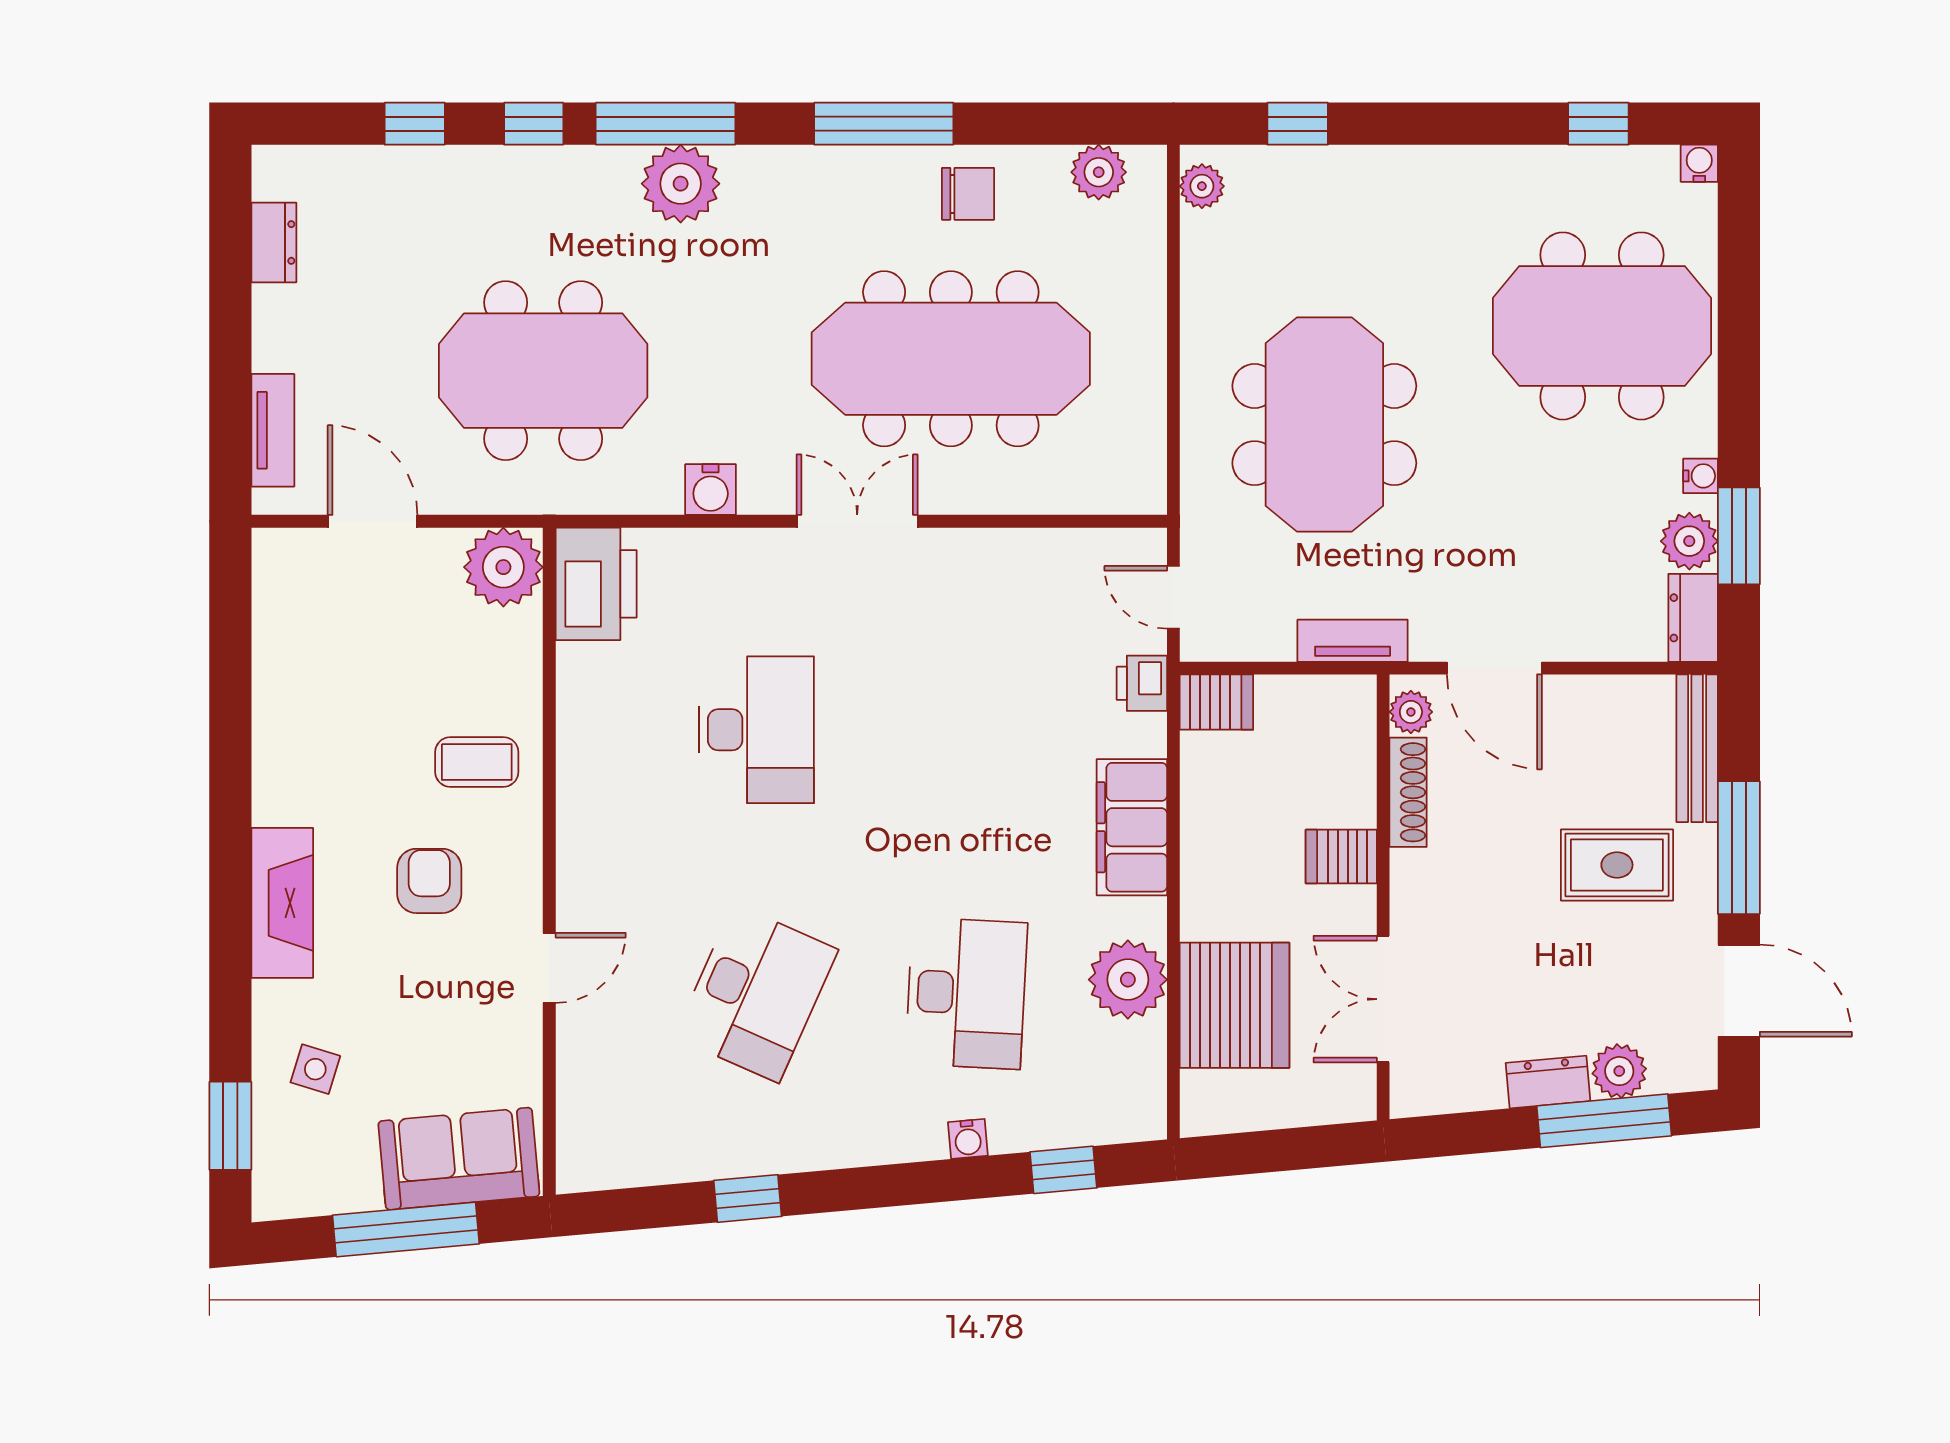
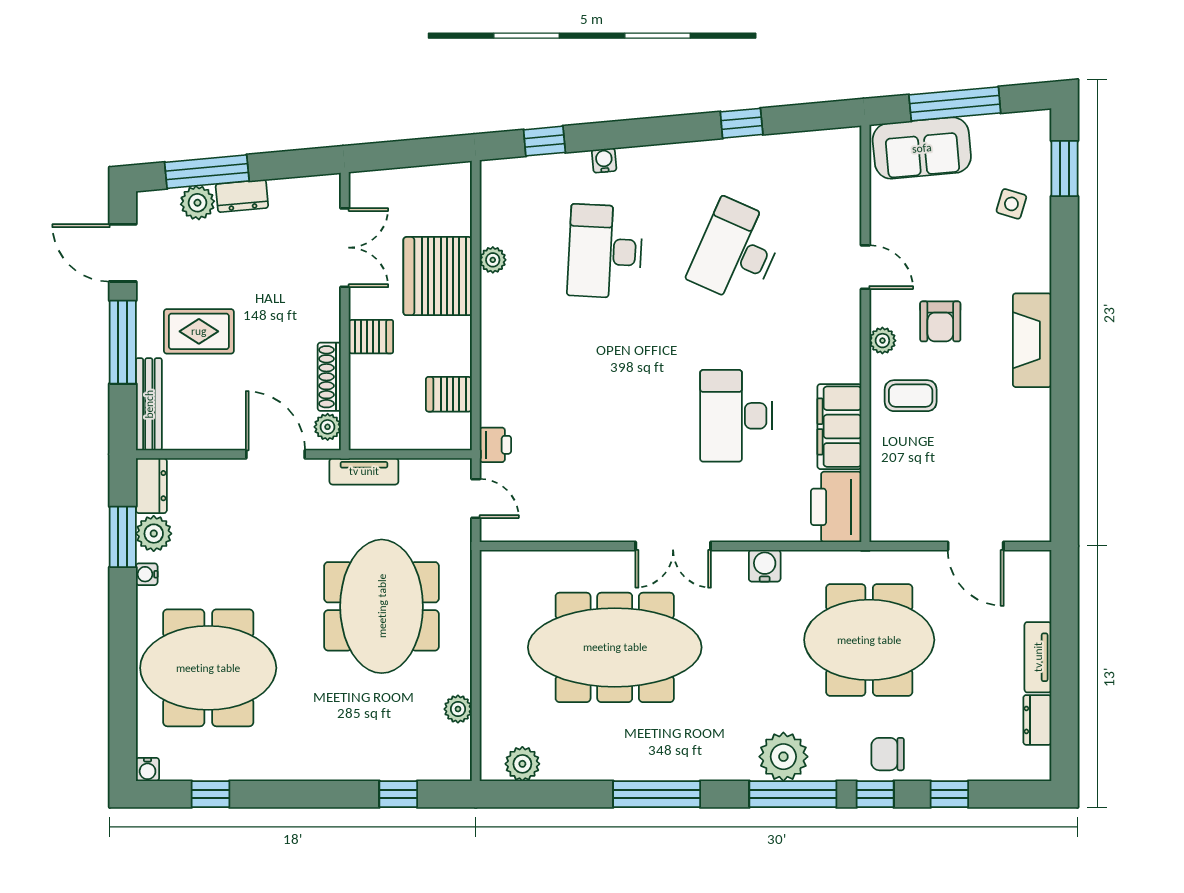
plant: (1202, 186) -> (458, 709), moved
chair: (968, 194) -> (888, 754), moved
tv unit: (273, 430) -> (1038, 657), moved
plant: (503, 567) -> (882, 341), moved, width x0.53, depth x0.53
server rack: (1216, 702) -> (449, 394), moved
filing cabinet: (1132, 827) -> (839, 427), moved, turned 180
fireplace: (282, 903) -> (1032, 340), moved
door: (549, 968) -> (865, 267), swing flipped
plant: (1128, 980) -> (493, 260), width x0.53, depth x0.53
server rack: (1235, 1005) -> (438, 276), moved

